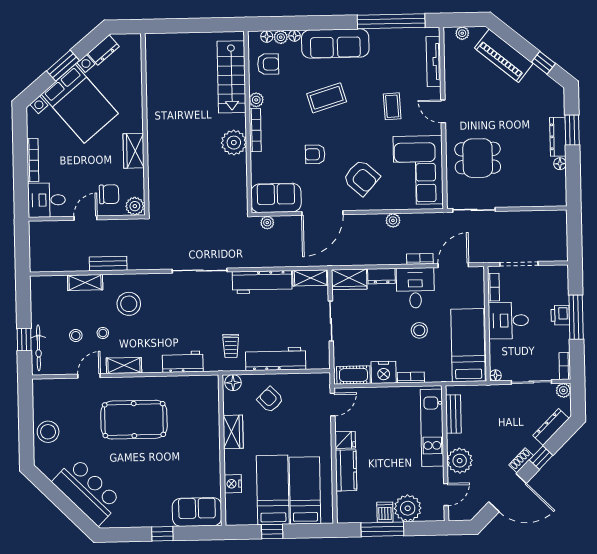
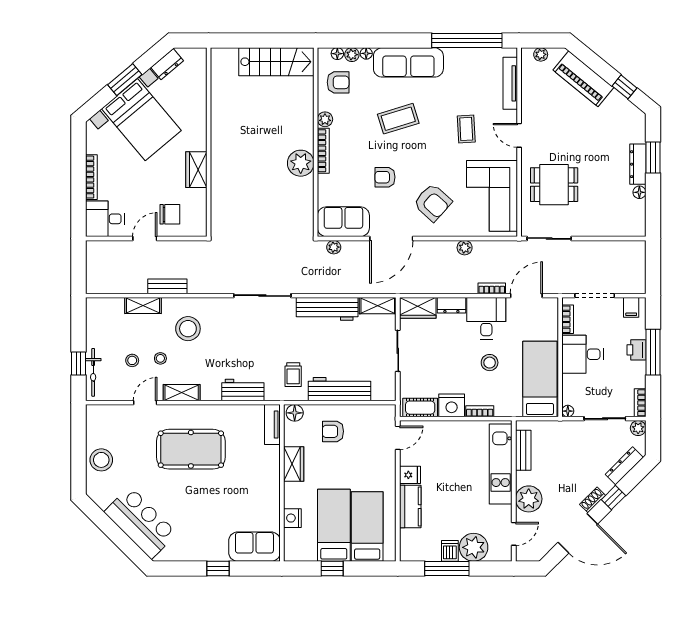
stairs: (231, 77) -> (276, 62), moved, turned -90
plant: (135, 206) -> (196, 227), removed
filing cabinet: (554, 274) -> (631, 307), added
tv unit: (212, 394) -> (272, 424), added
armchair: (270, 400) -> (333, 431), turned -46

